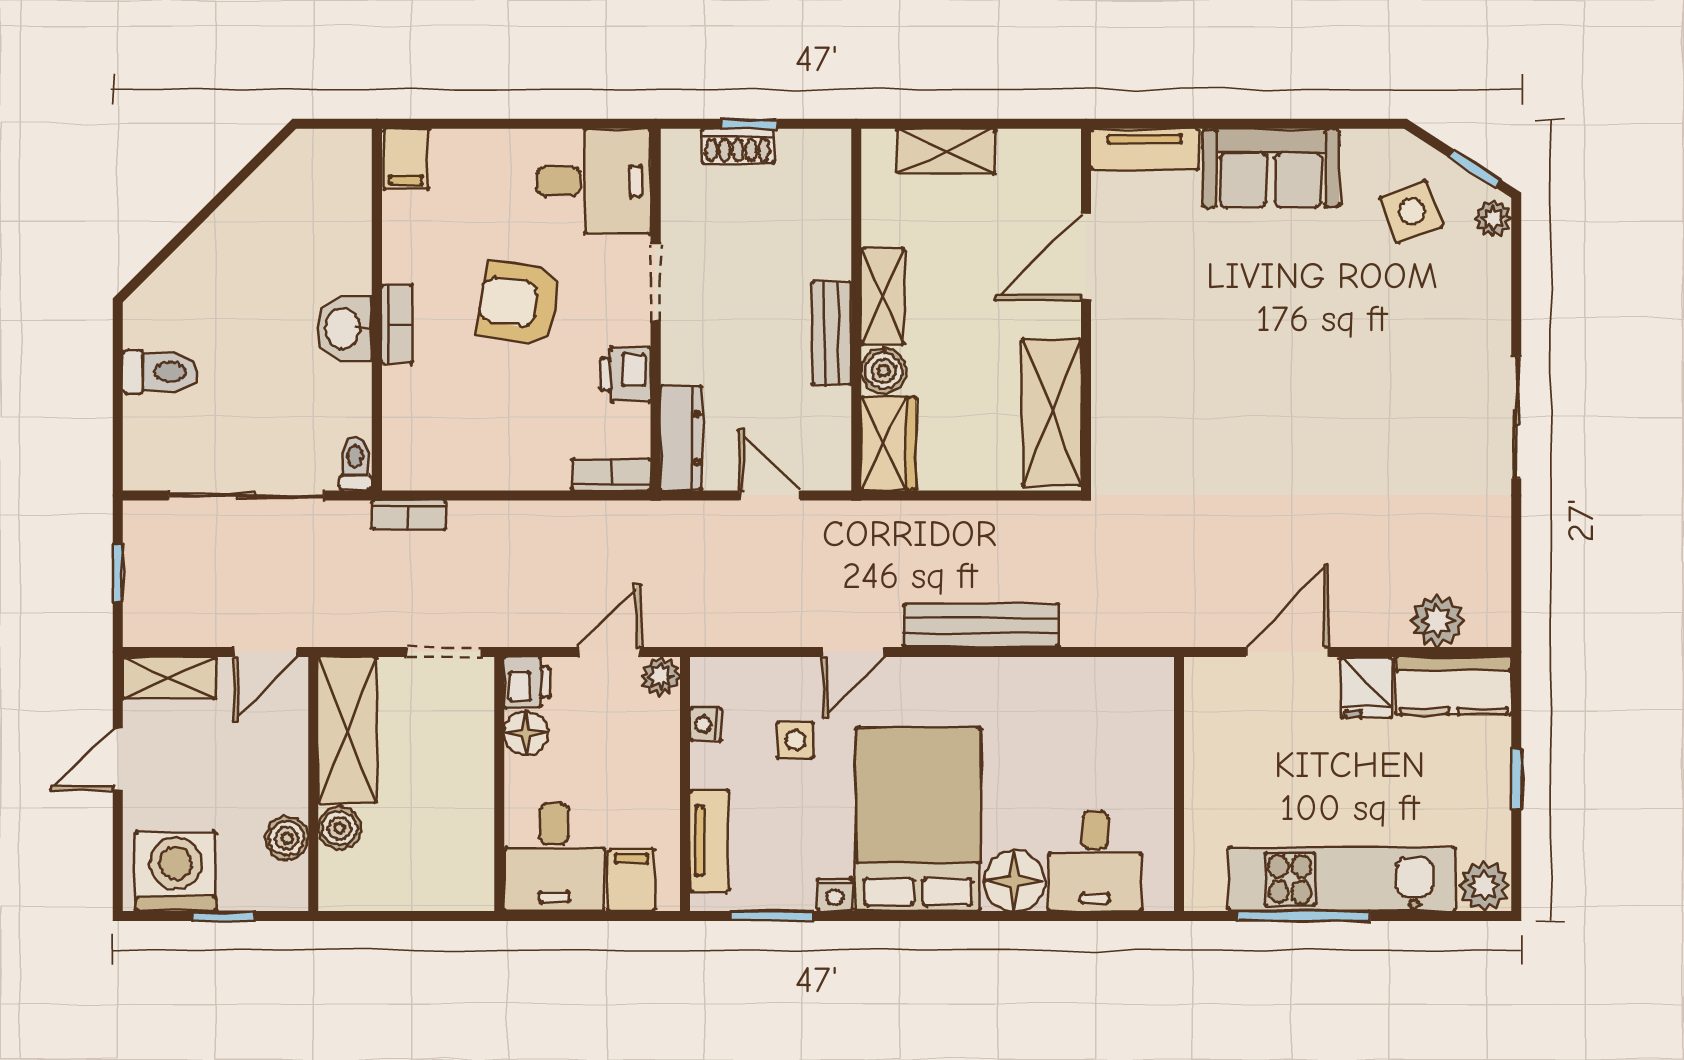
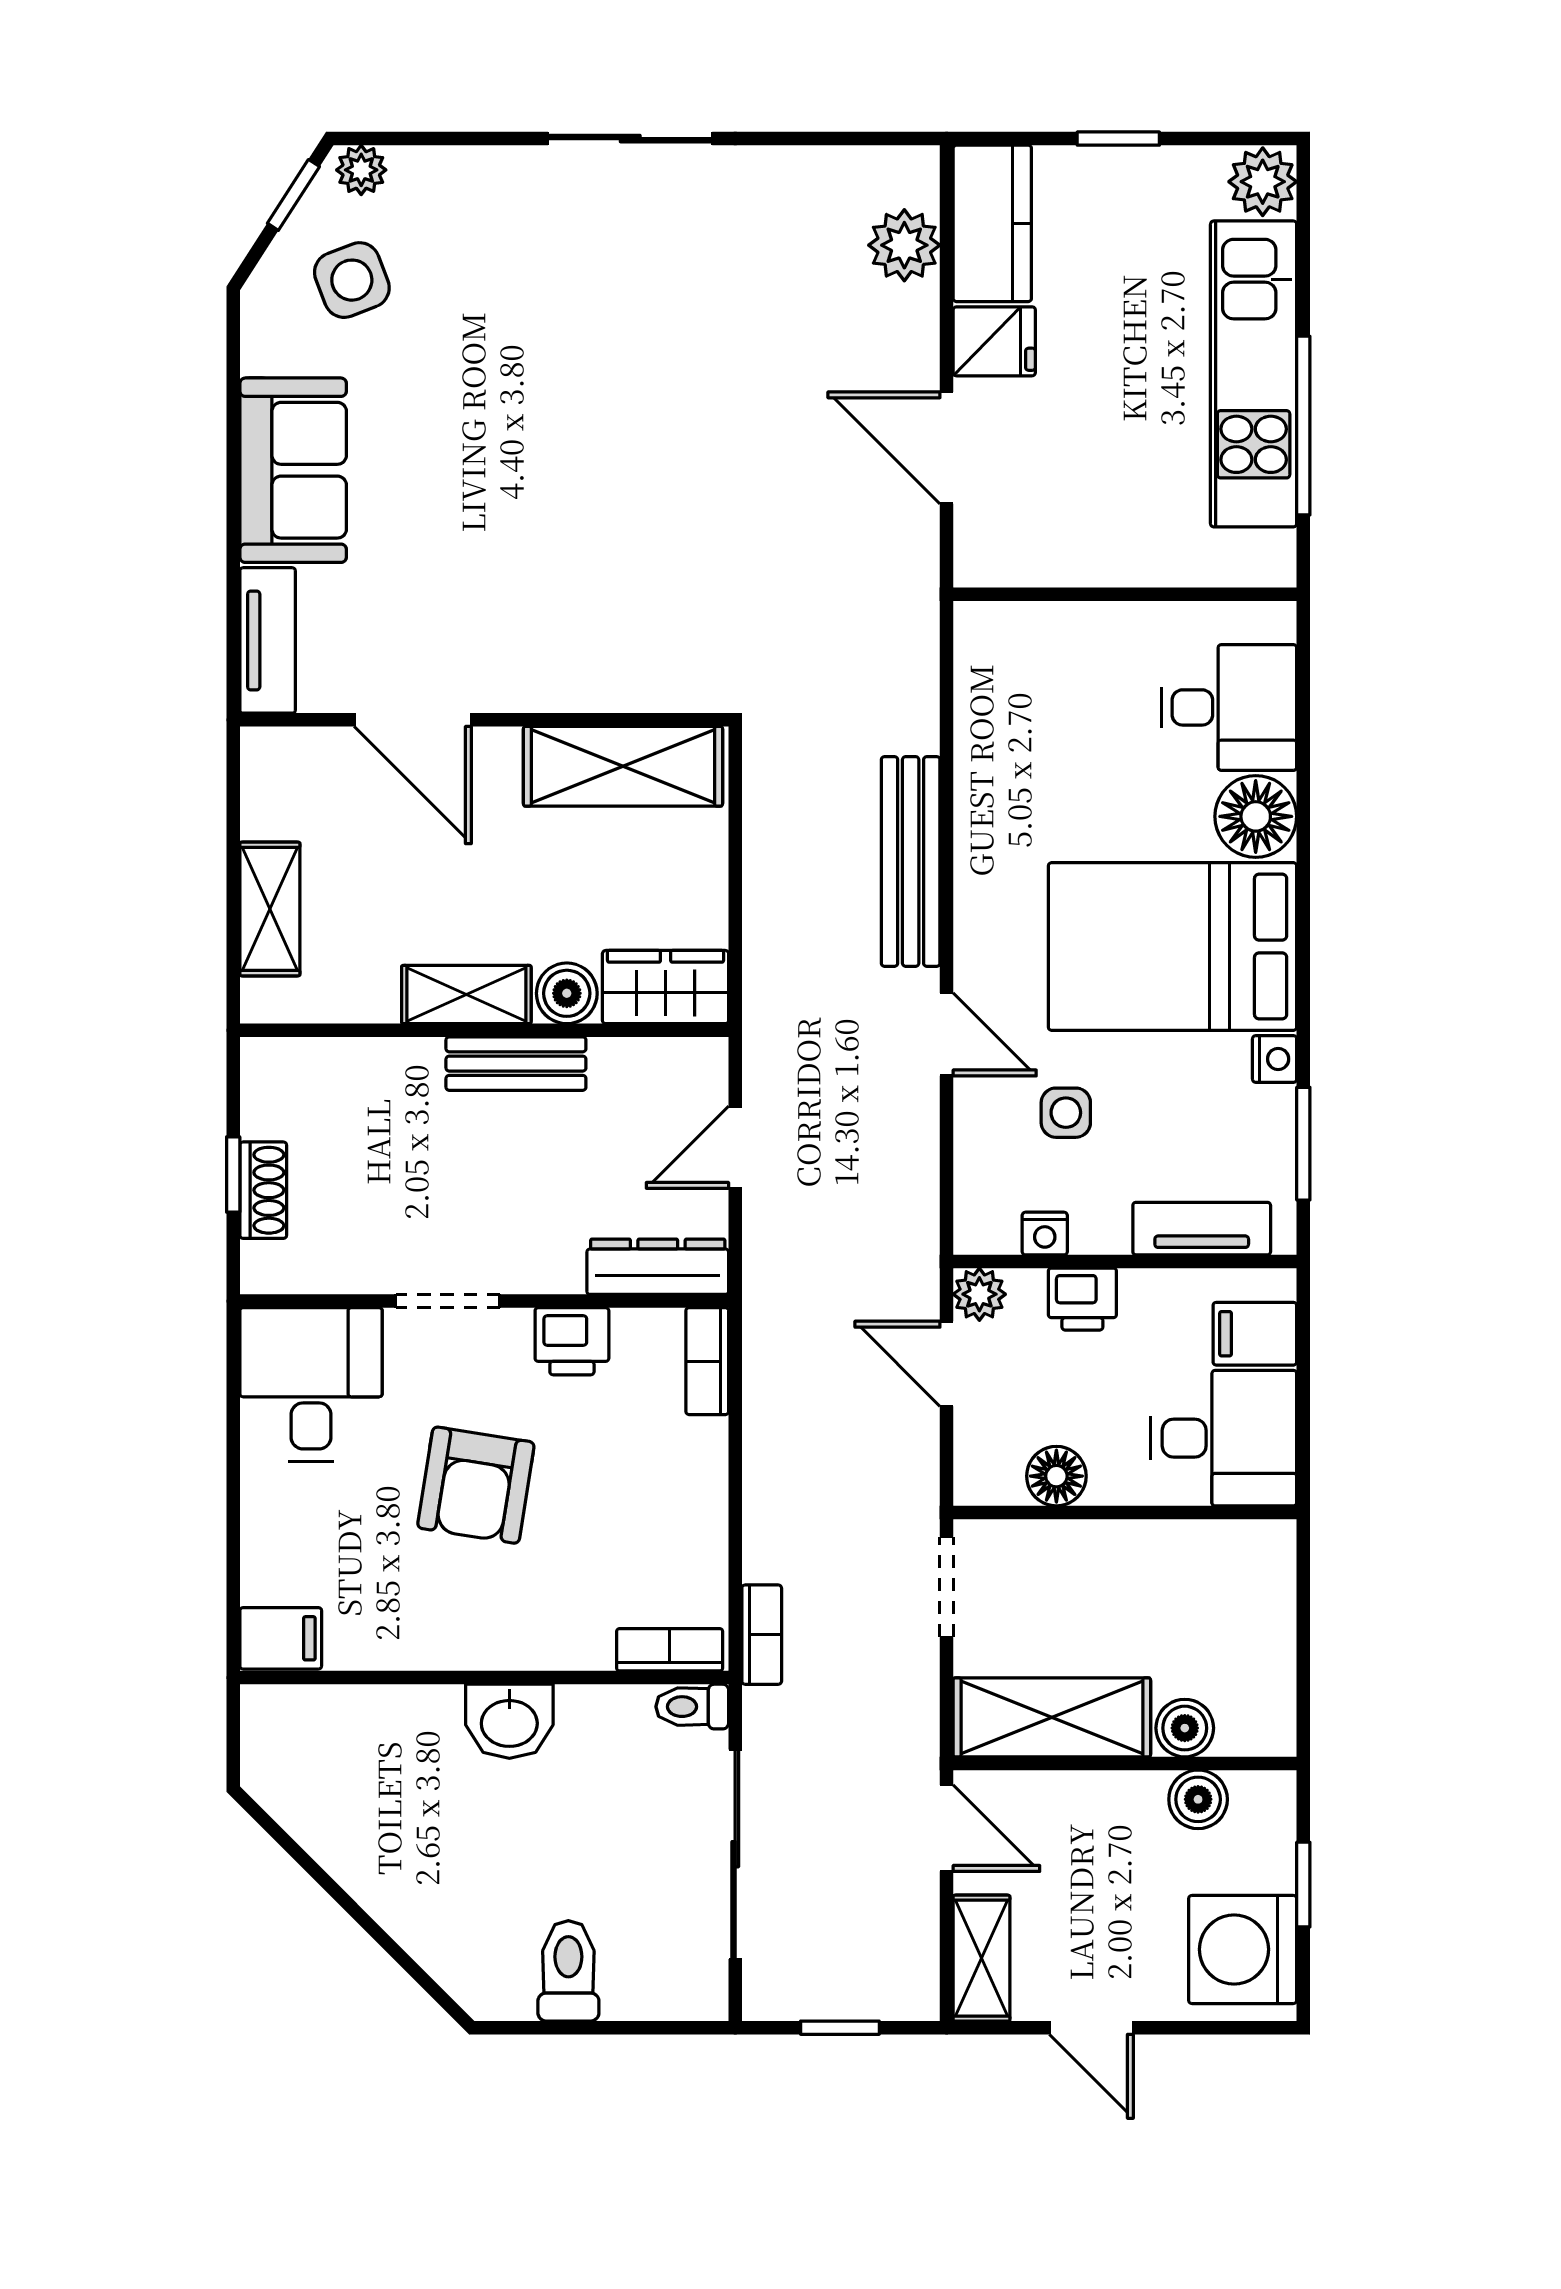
bookcase: (397, 324) -> (670, 1650), moved
printer: (527, 682) -> (1082, 1299), moved, turned 180

